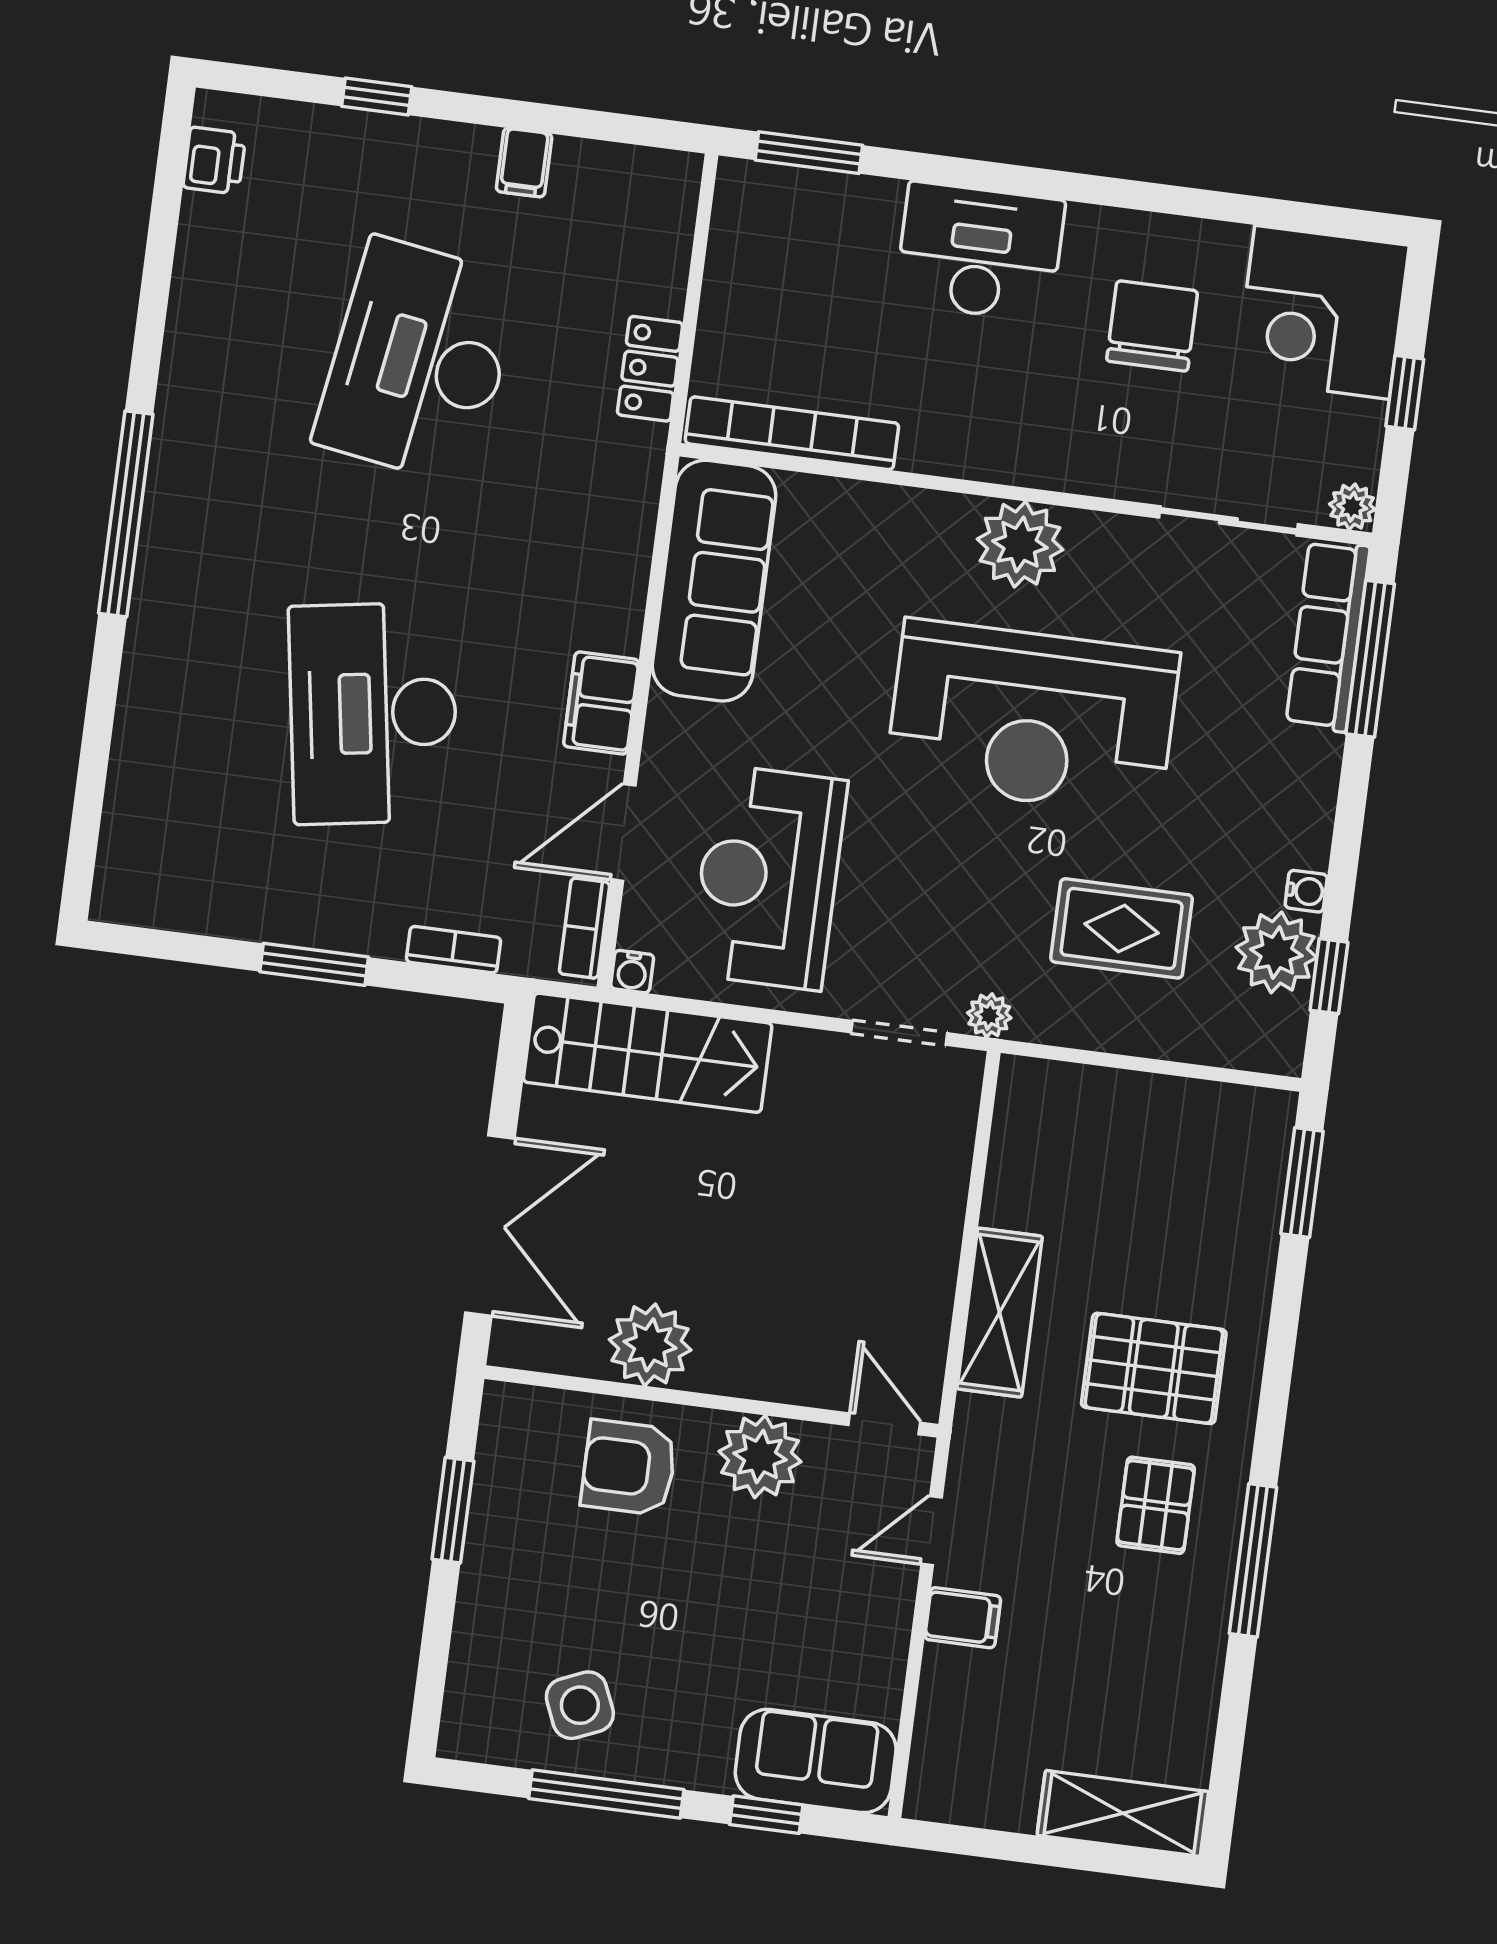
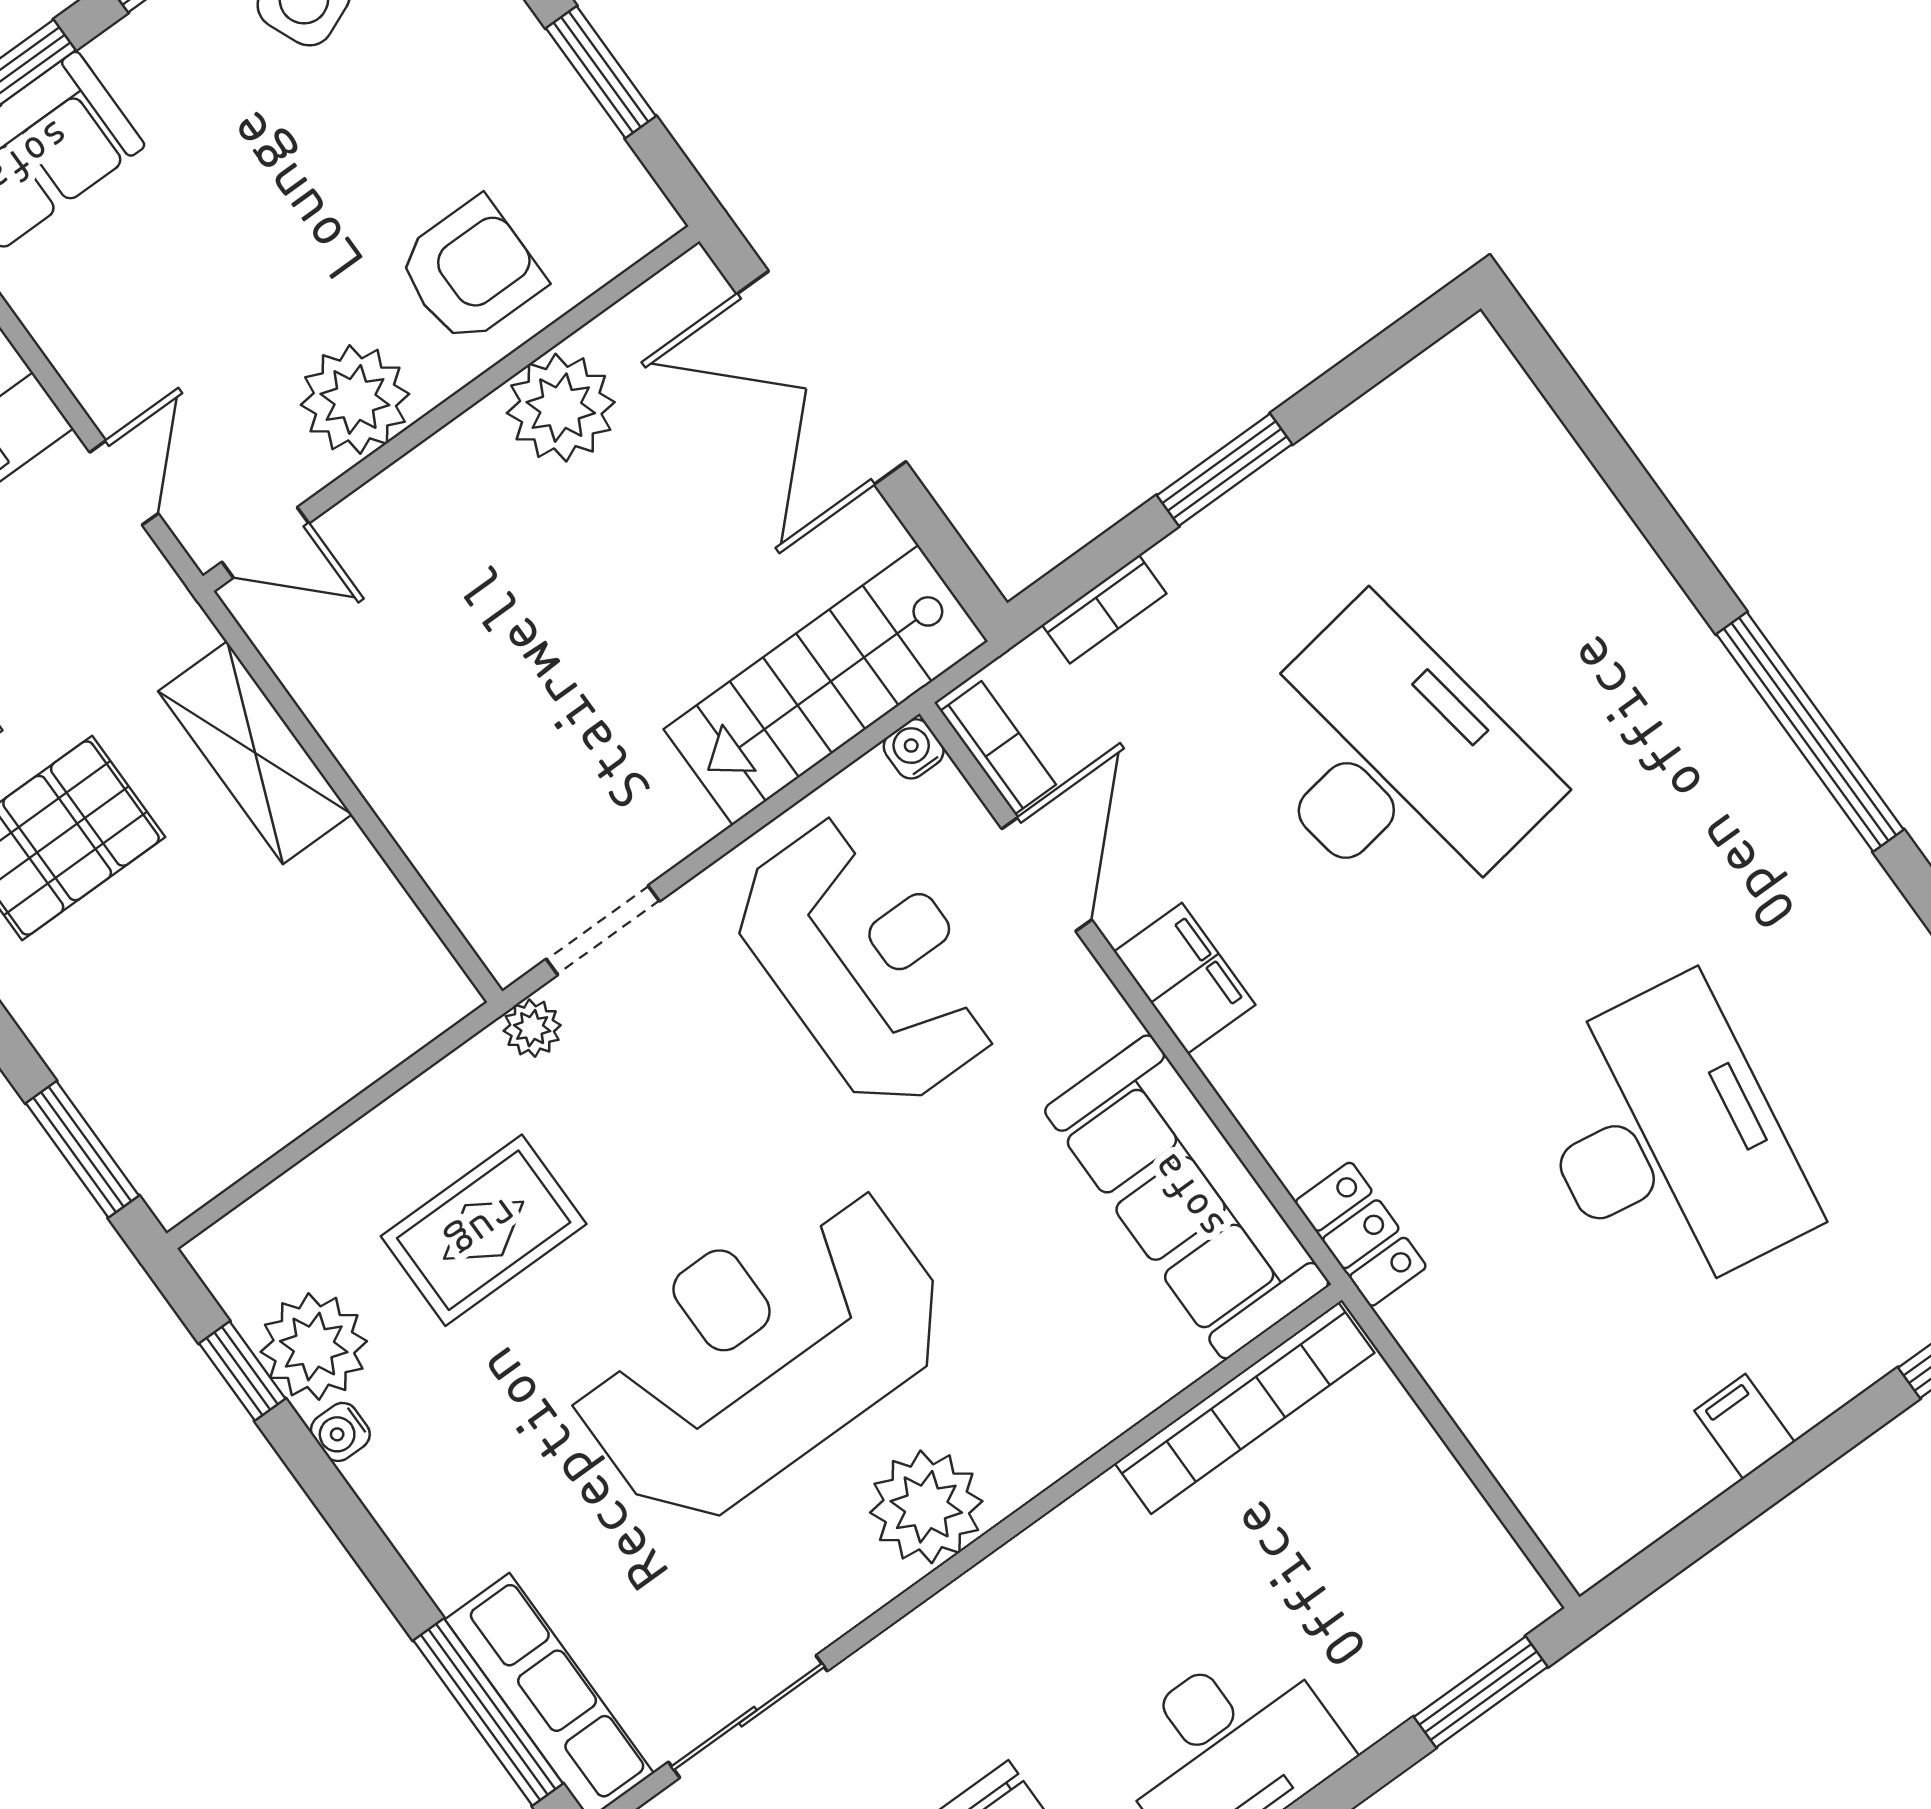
locker: (650, 369) -> (1361, 1234), moved

